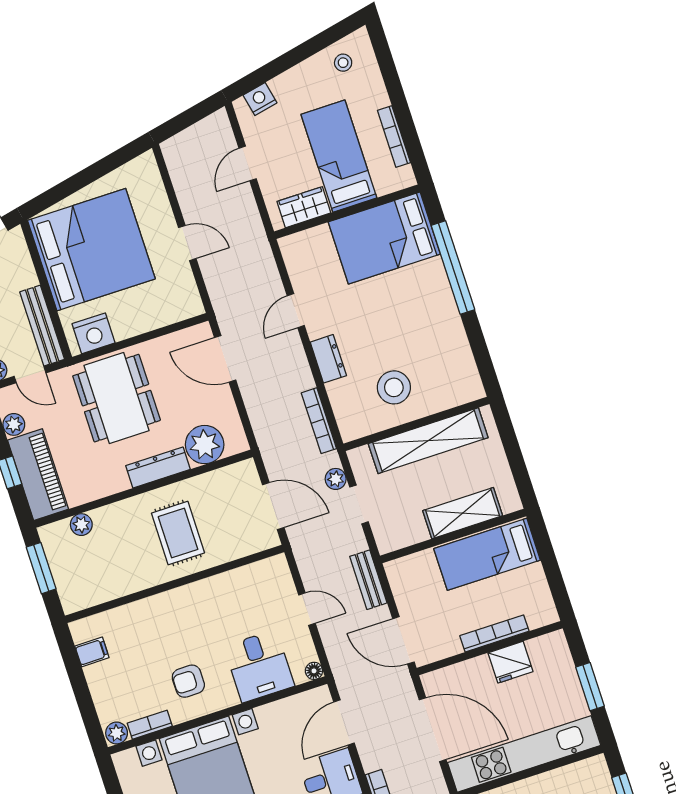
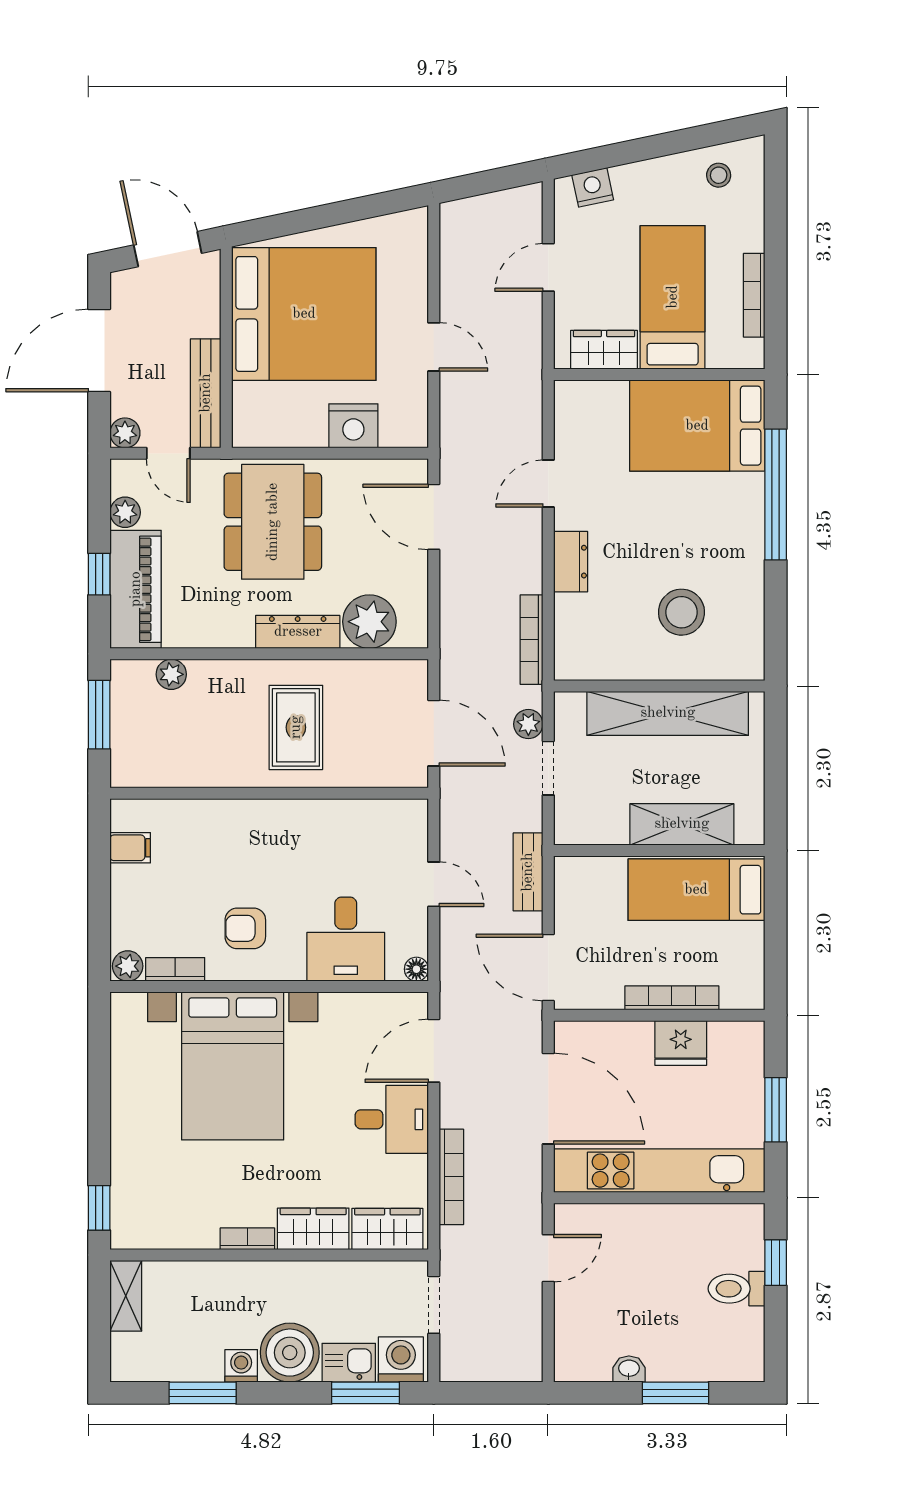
nightstand: (94, 333) -> (353, 426), moved
stool: (394, 387) -> (681, 612), moved

